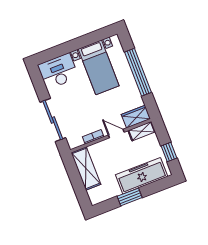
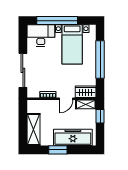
window: (70, 46) -> (57, 21), added
door: (116, 134) -> (66, 99), swing flipped
window: (169, 152) -> (100, 116), moved
shelving: (86, 168) -> (33, 130), moved

